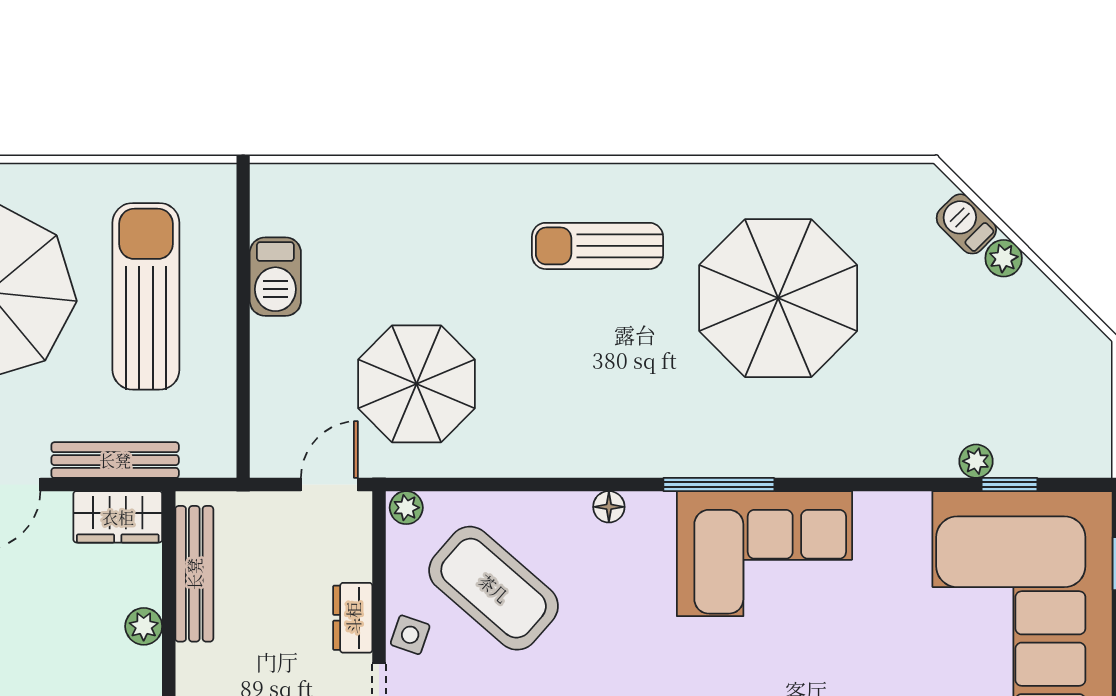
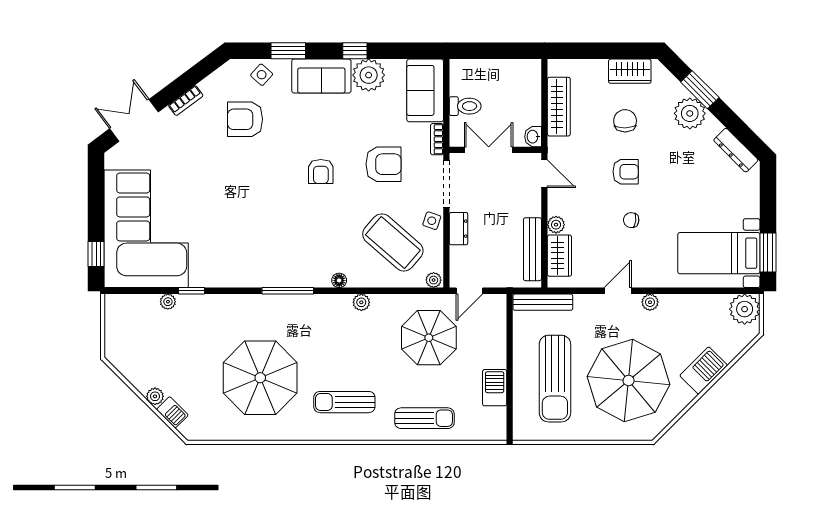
sun lounger: (426, 211) -> (424, 418), added
sun lounger: (597, 246) -> (344, 402), turned 180
bench: (115, 460) -> (543, 302), moved
plant: (561, 460) -> (361, 302), added
window: (1010, 484) -> (191, 291), moved
wardrobe: (118, 517) -> (559, 256), moved, turned 90
corner sofa: (764, 554) -> (267, 259), removed

